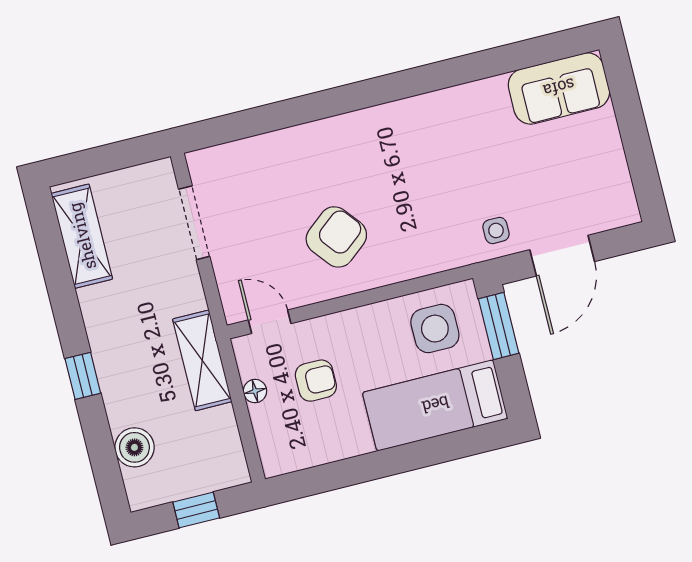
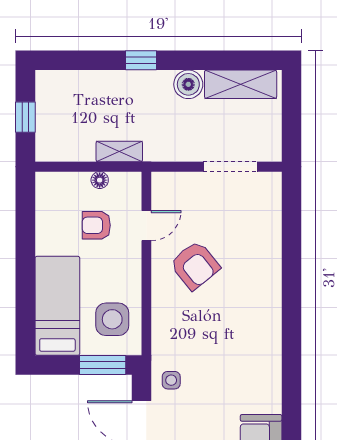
door: (270, 322) -> (146, 226), moved
shelving: (202, 360) -> (119, 151), width x0.67, depth x0.75
armchair: (316, 381) -> (96, 225), turned 90
boiler: (134, 447) -> (188, 84), moved

